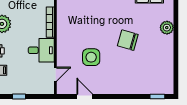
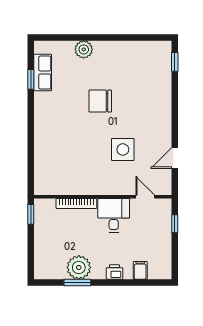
chair: (128, 40) -> (100, 101), turned 74
window: (19, 96) -> (175, 224), moved

